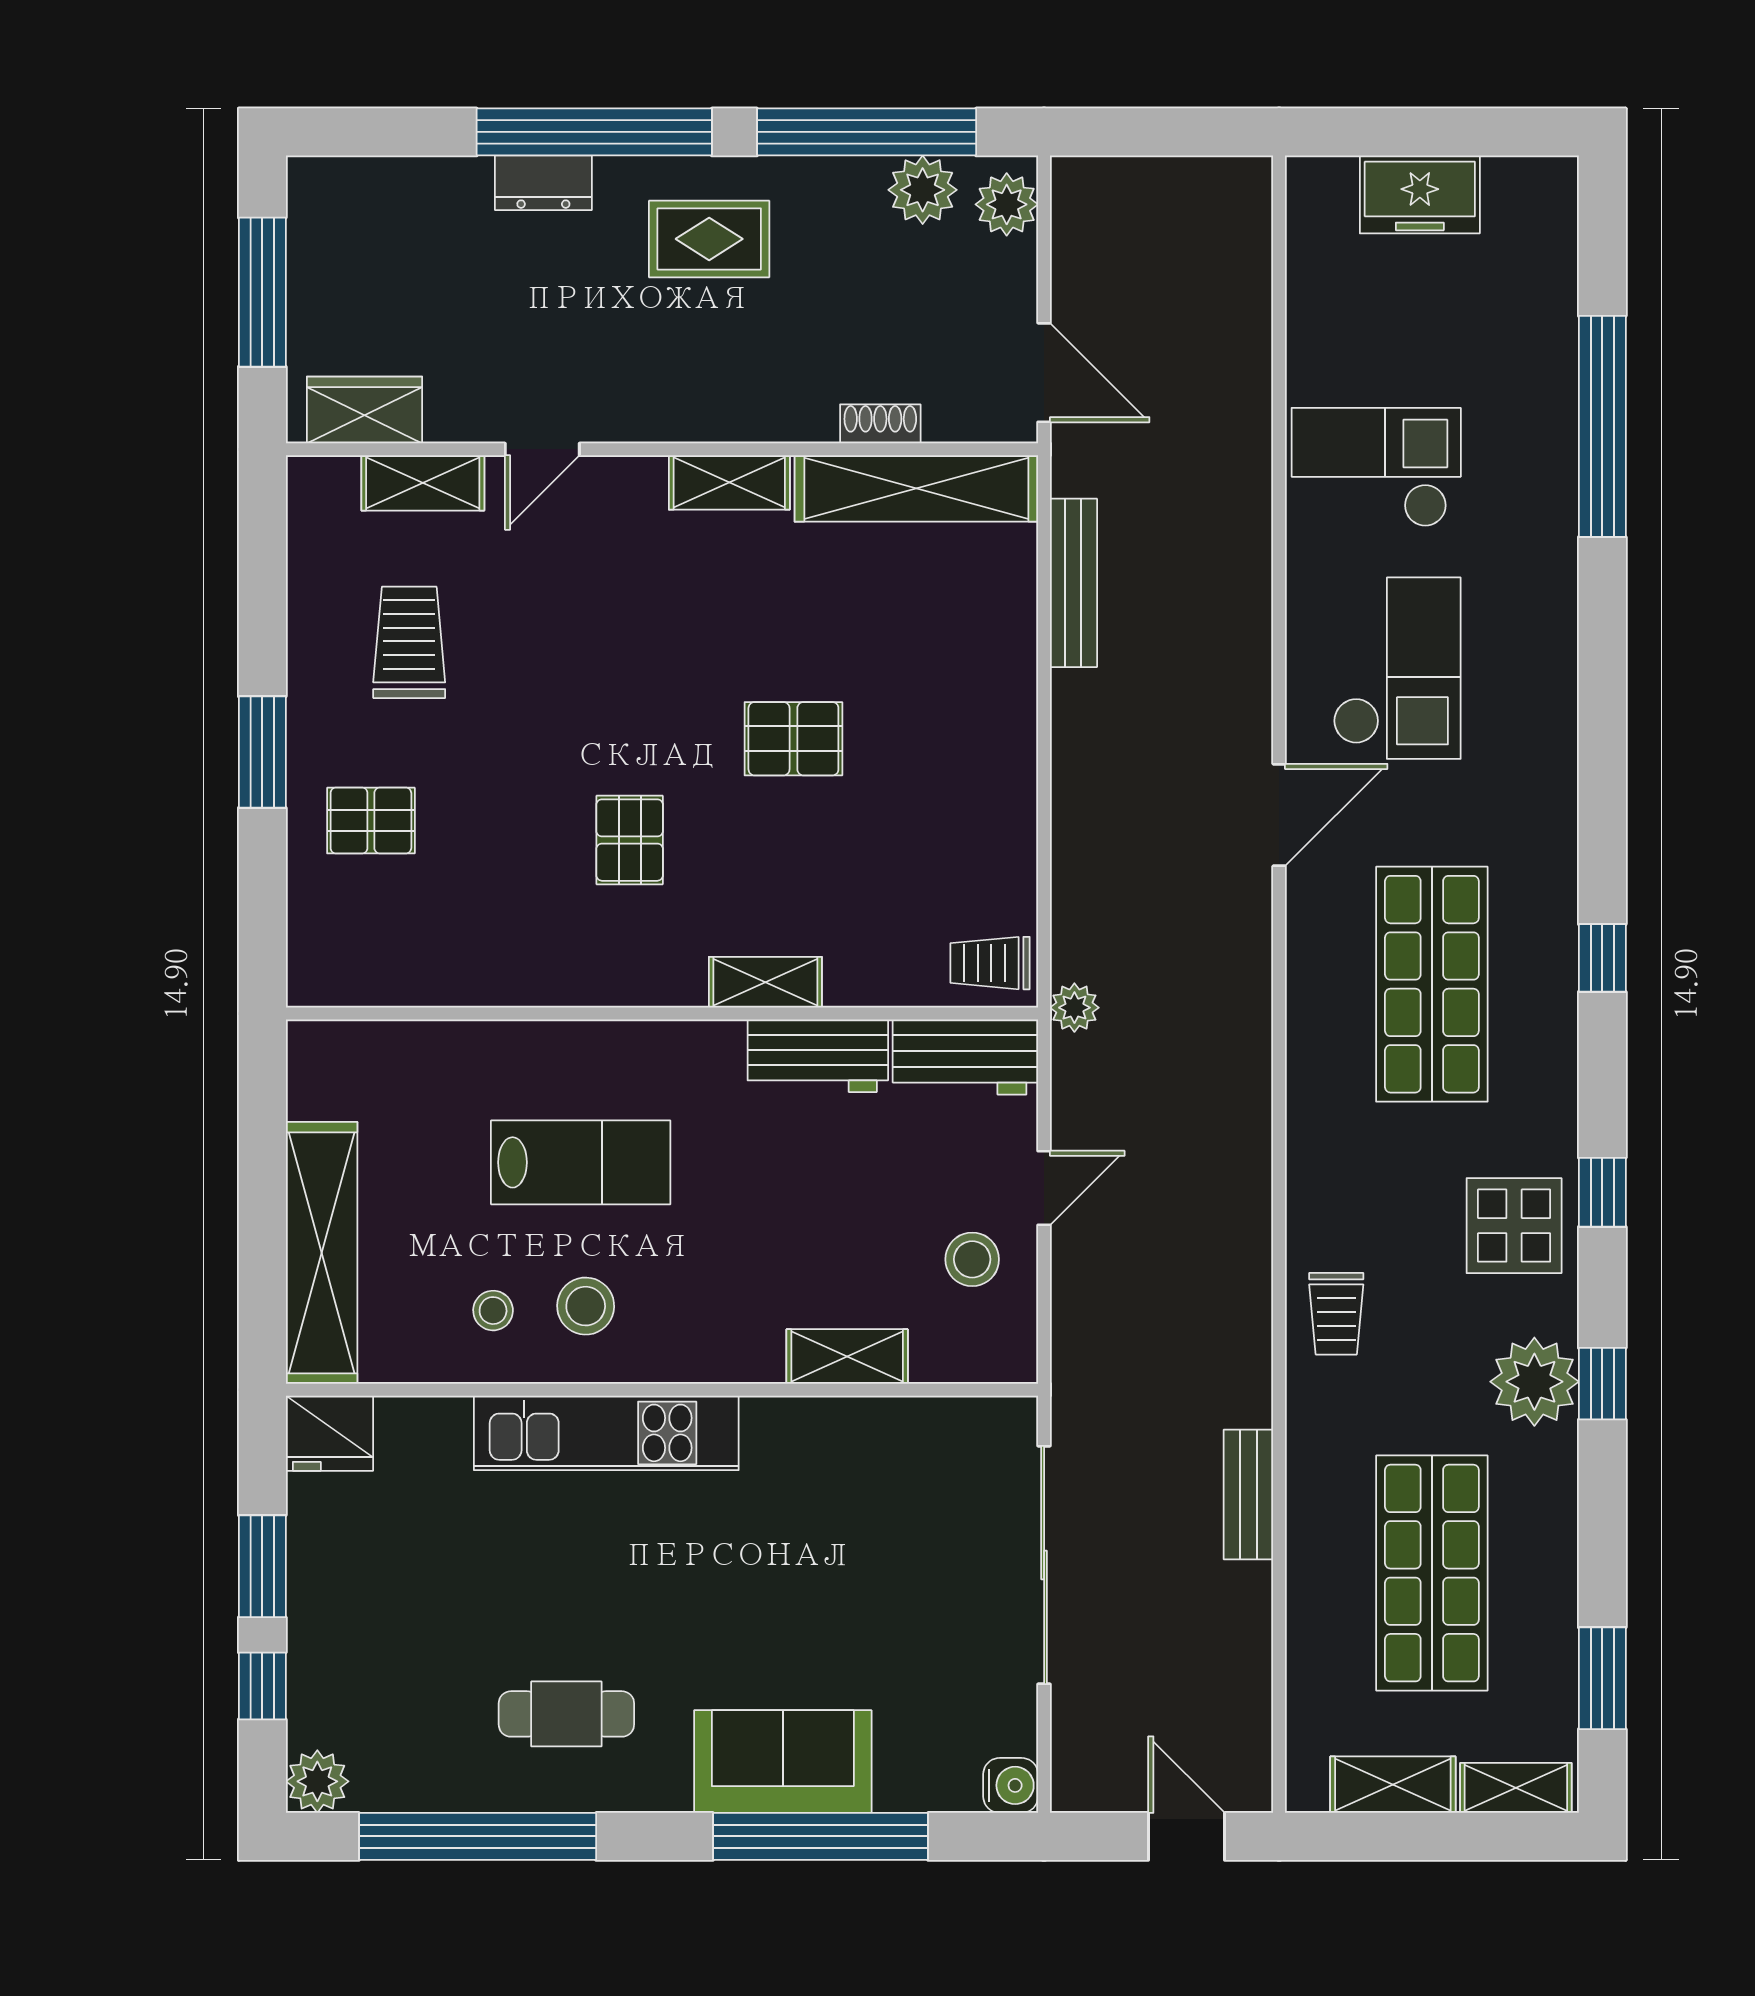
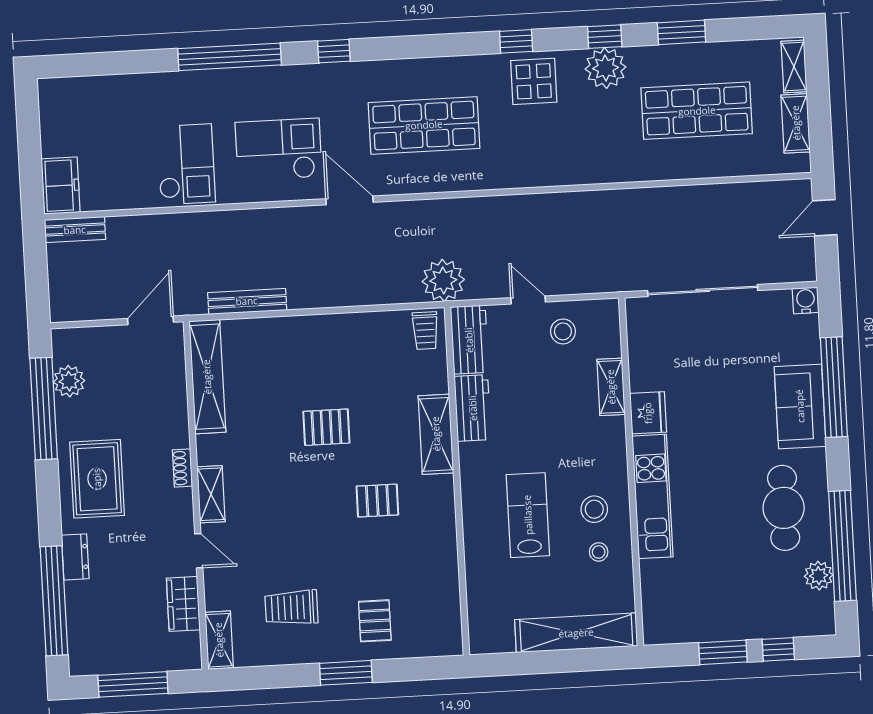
window: (594, 132) -> (54, 601), moved
freezer: (1420, 194) -> (61, 186), moved
plant: (1007, 204) -> (74, 342), removed
rug: (709, 239) -> (97, 479), width x1.36, depth x1.43
wardrobe: (365, 410) -> (183, 604), moved
shoe rack: (880, 424) -> (182, 468), moved
window: (1602, 426) -> (230, 57), moved
checkout: (1376, 467) -> (186, 164), turned 180
shelving: (729, 482) -> (211, 494), moved
shelving: (423, 483) -> (219, 640), moved
pallet: (793, 739) -> (326, 427), turned 90
window: (1602, 958) -> (334, 51), moved
shelving: (765, 982) -> (436, 434), width x1.50, depth x1.33
plant: (1074, 1008) -> (443, 280), width x1.87, depth x1.87
trolley: (1336, 1314) -> (579, 161), removed
fridge: (330, 1433) -> (648, 413), moved
bench: (1248, 1495) -> (75, 230), moved
window: (1602, 1678) -> (681, 32), moved
cafe table: (566, 1714) -> (784, 508), width x1.37, depth x1.35
plant: (317, 1781) -> (819, 576), moved

